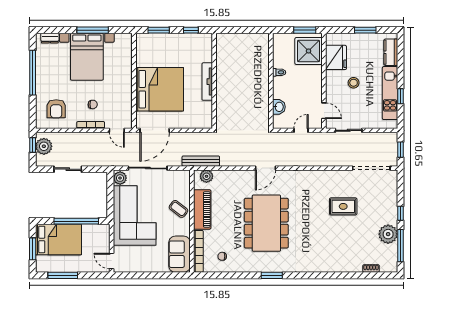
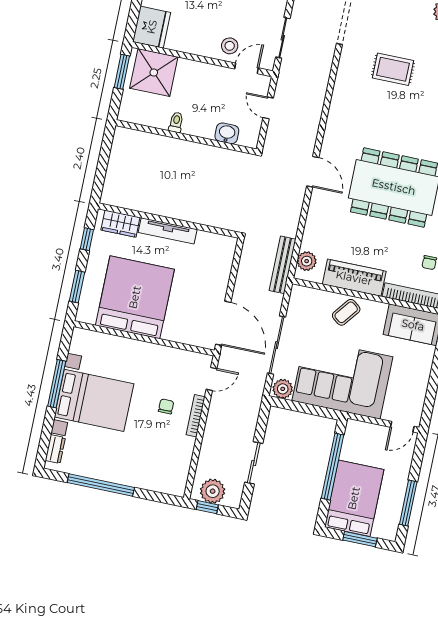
wardrobe: (206, 50) -> (120, 224), added
fridge: (336, 57) -> (152, 27), moved, turned 90
stool: (354, 83) -> (230, 46), moved
bed: (160, 89) -> (135, 297), moved
armchair: (56, 109) -> (161, 461), removed
rug: (343, 206) -> (393, 69), turned 90

